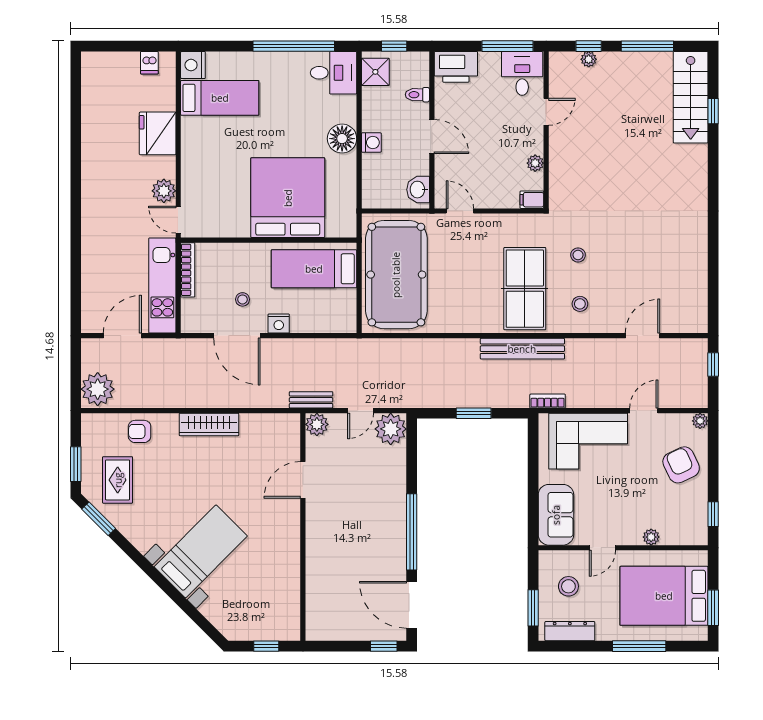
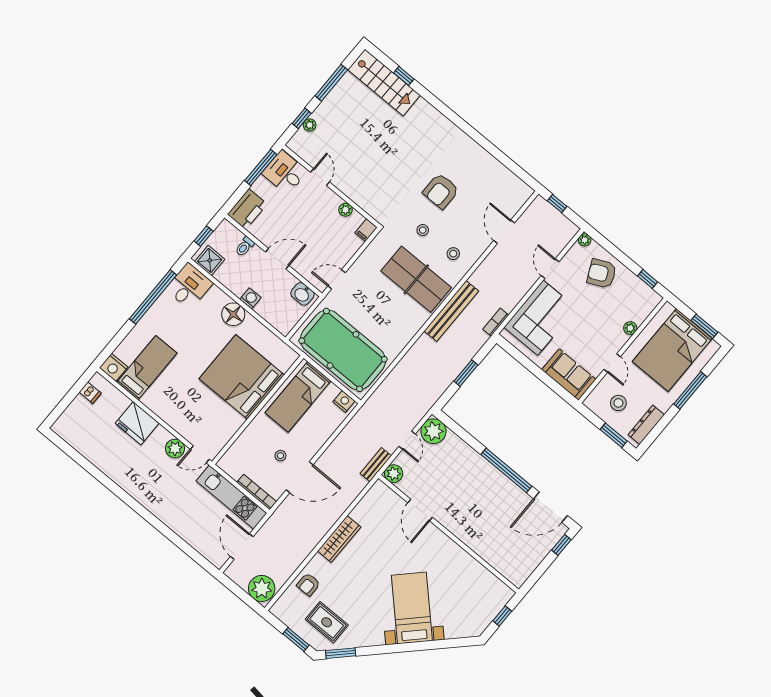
armchair: (631, 241) -> (441, 191), added
bookcase: (188, 270) -> (257, 492), moved
nightstand: (279, 324) -> (344, 401), moved, turned -90

